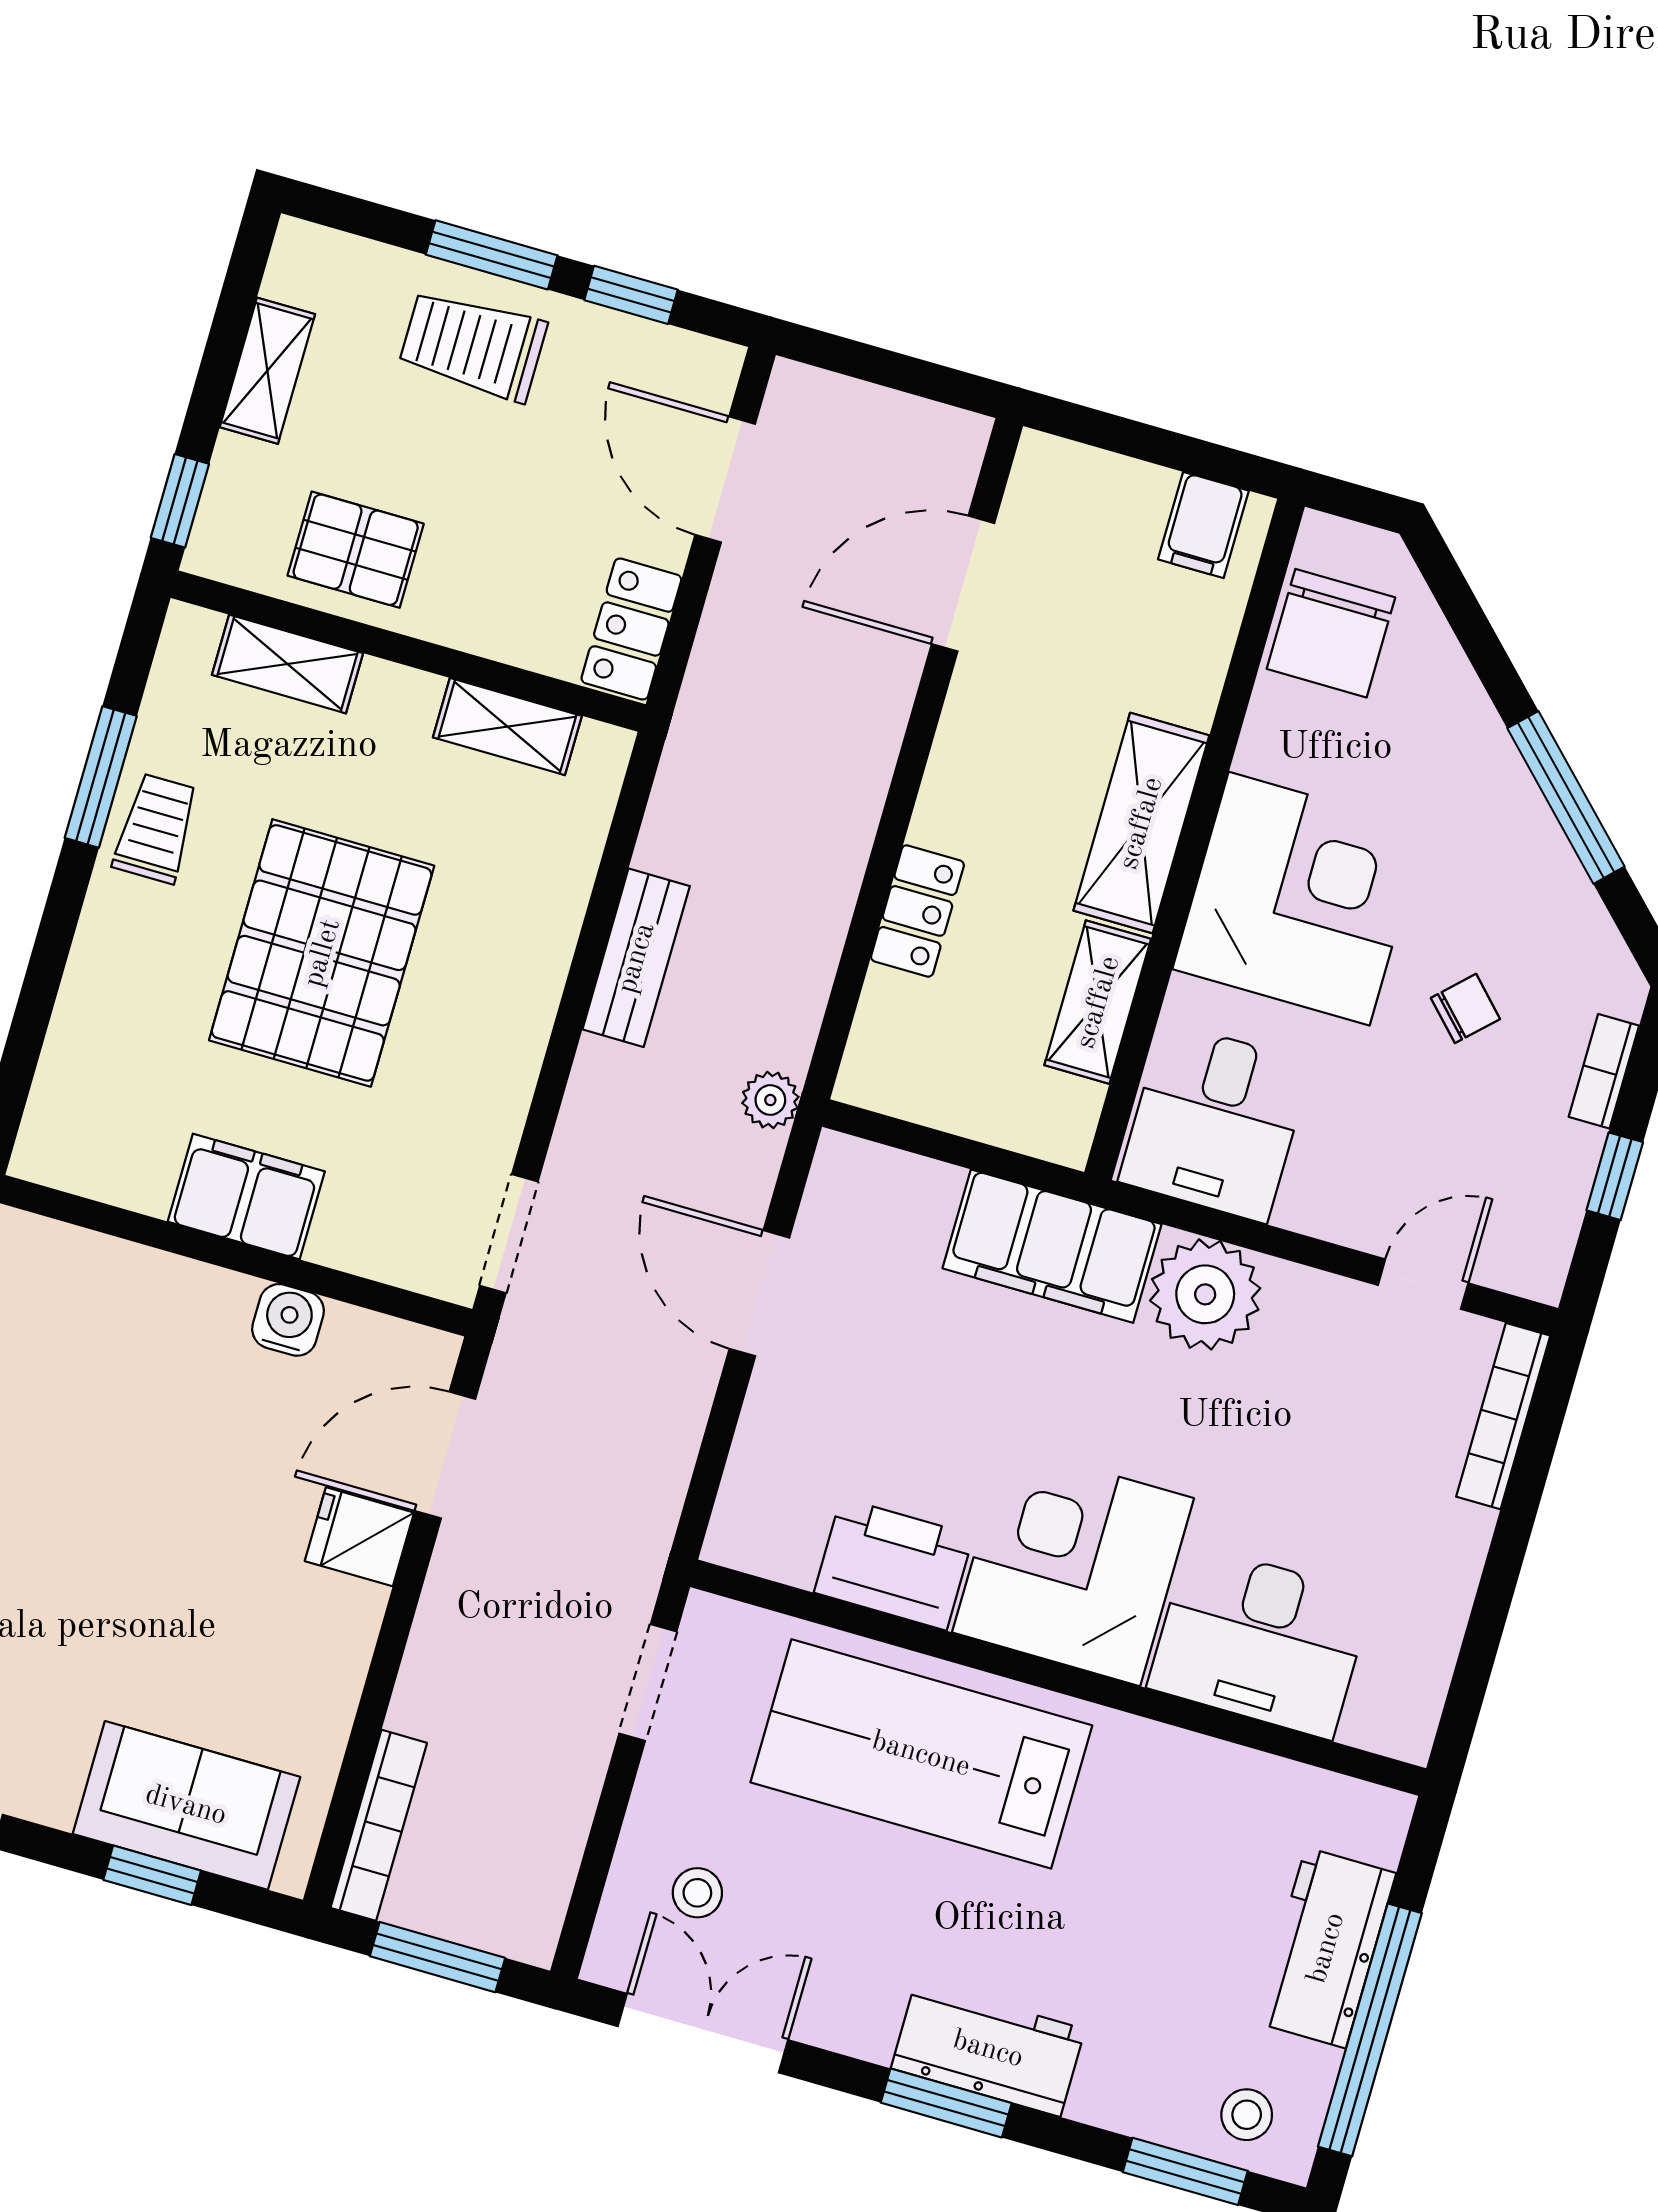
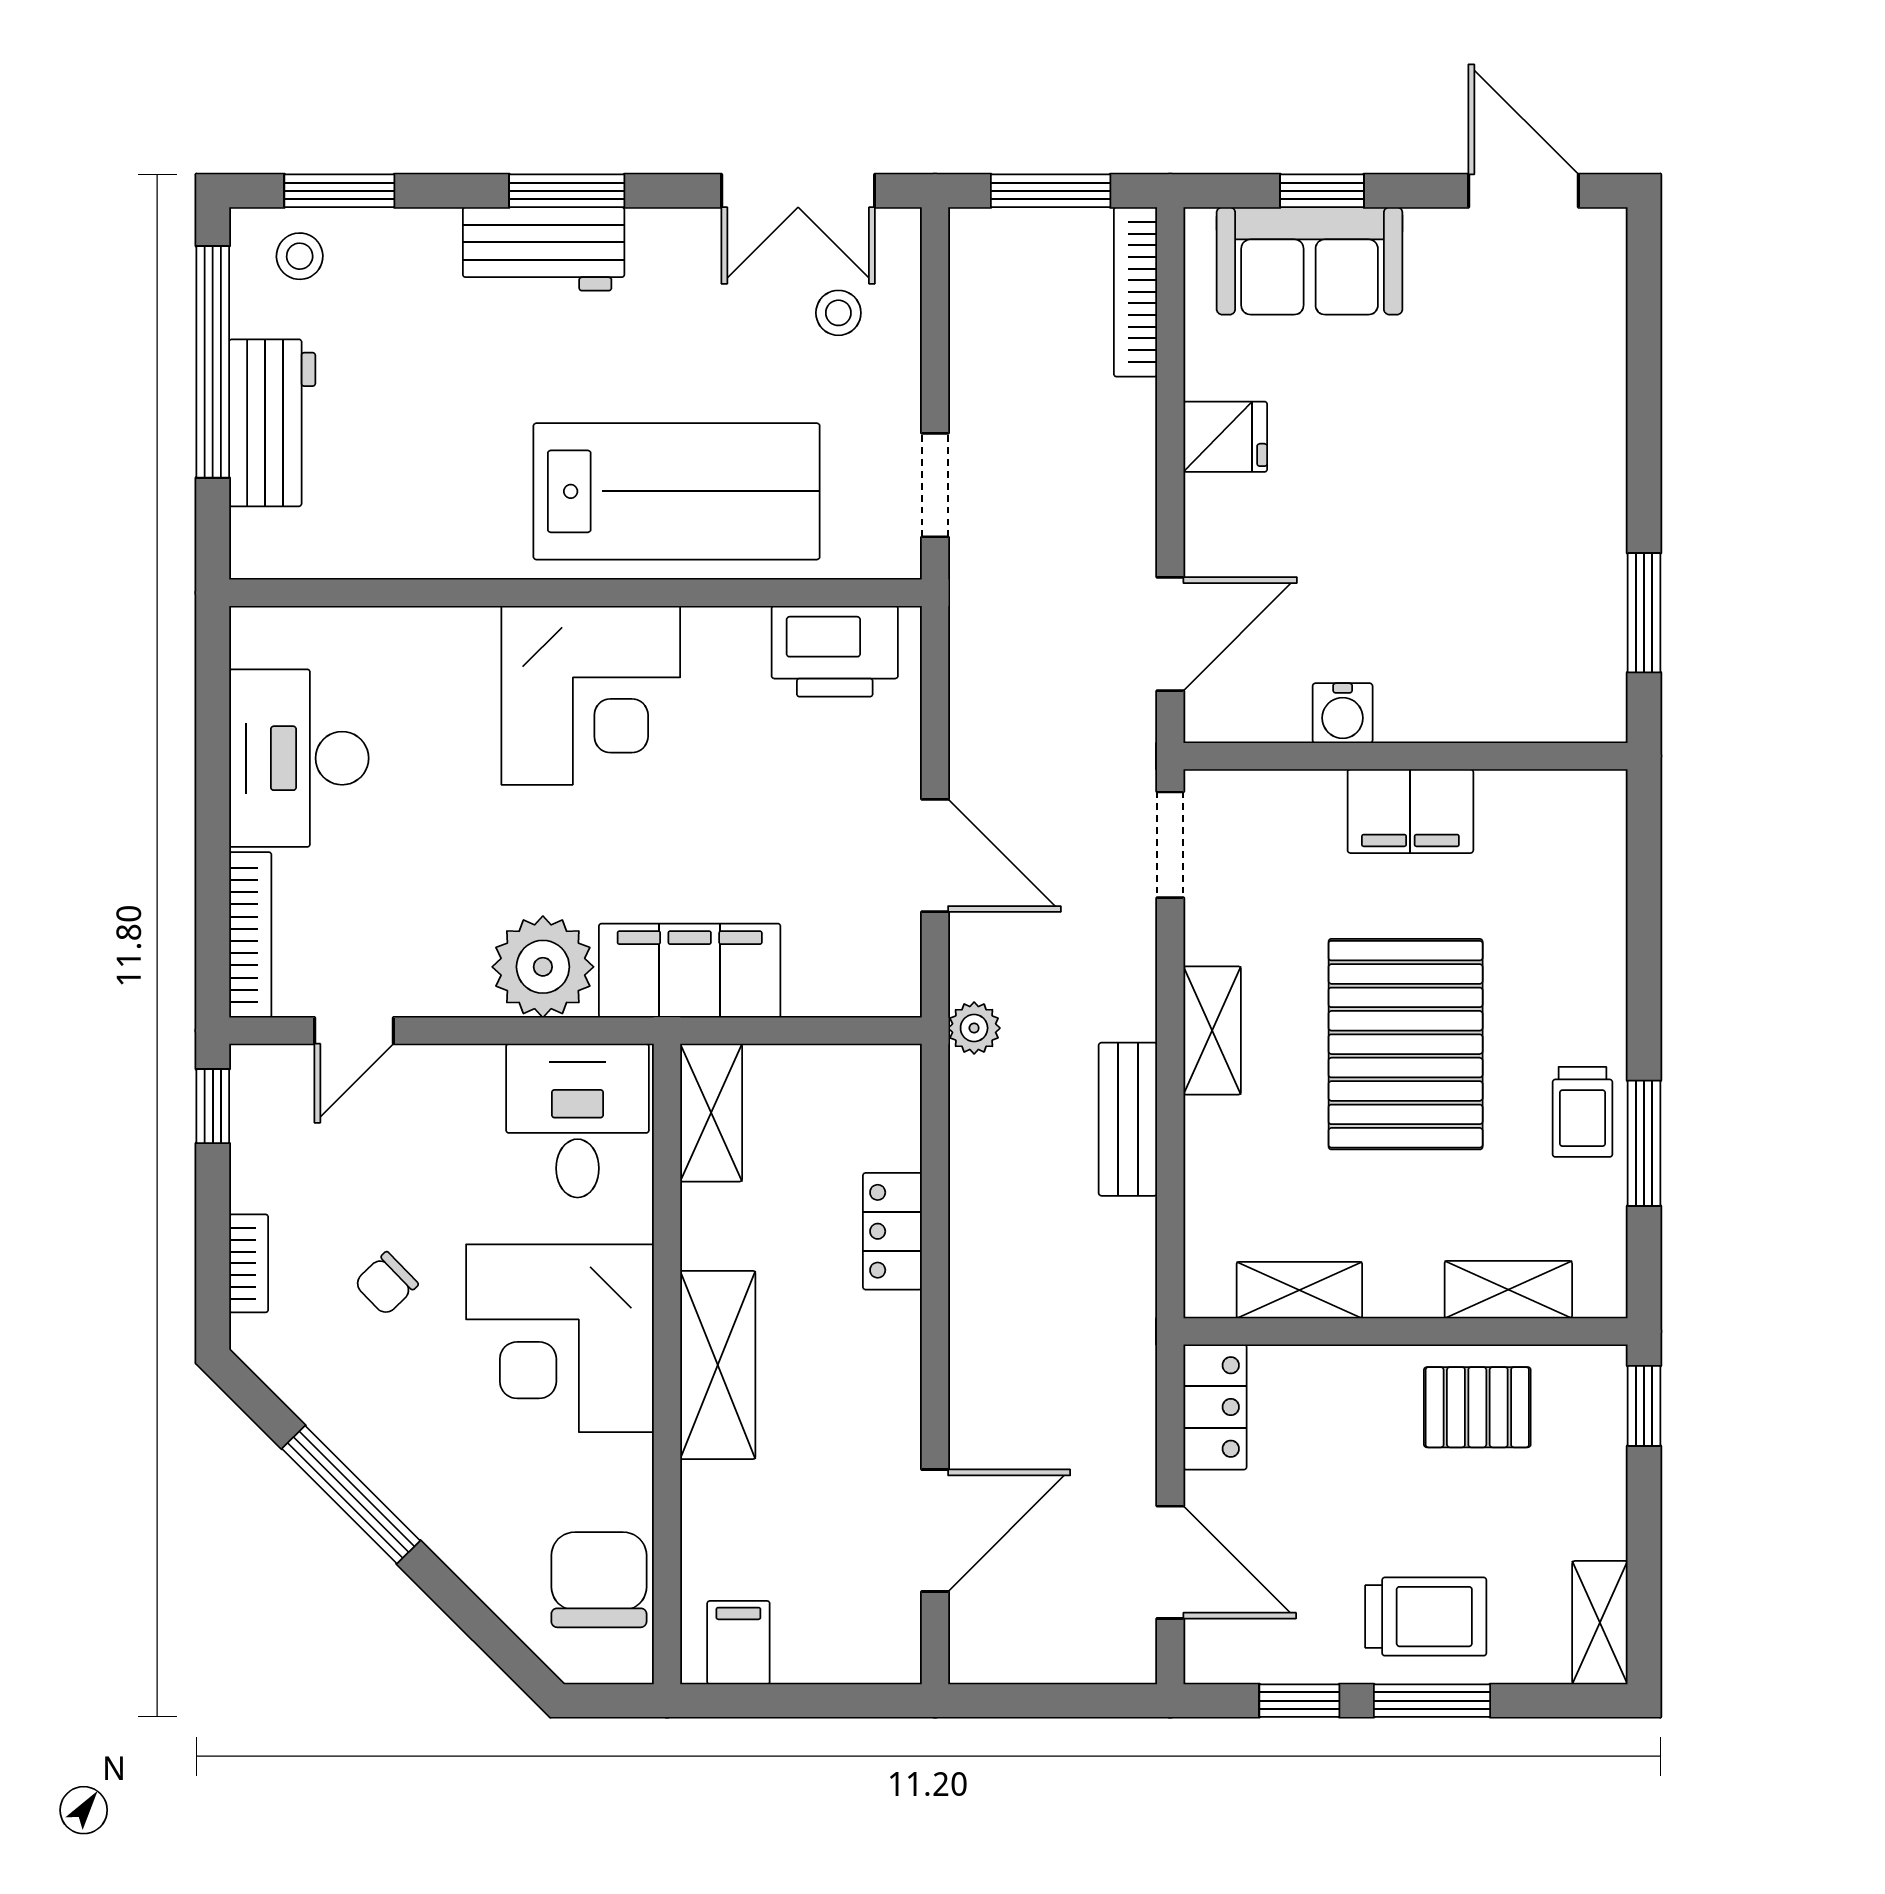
shelving: (267, 371) -> (1600, 1623), moved
shelving: (1098, 1002) -> (711, 1113), moved
shelving: (521, 1026) -> (1212, 1030), added
window: (1615, 1176) -> (213, 1106), moved
fridge: (359, 1537) -> (1225, 437), moved
printer: (894, 1564) -> (835, 651), moved
desk: (1260, 1641) -> (299, 758), moved, turned -90

